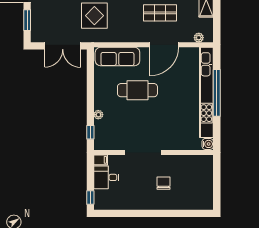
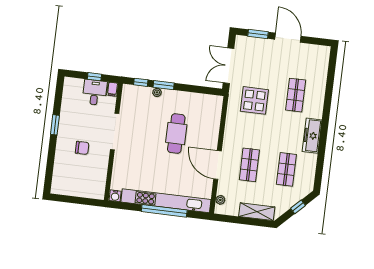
sofa: (117, 57) -> (212, 118), removed
window: (90, 109) -> (164, 85), added
window: (90, 197) -> (94, 77), moved
window: (144, 213) -> (55, 125), added

